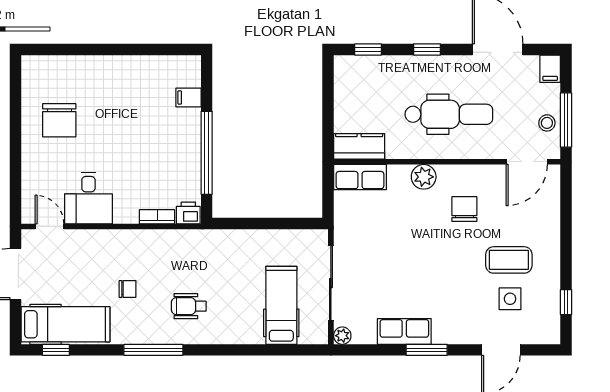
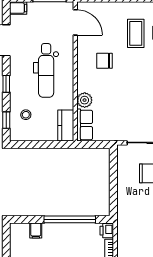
dental chair: (449, 114) -> (46, 70), turned 180
stool: (547, 123) -> (26, 115), moved
plant: (424, 177) -> (85, 100), moved

